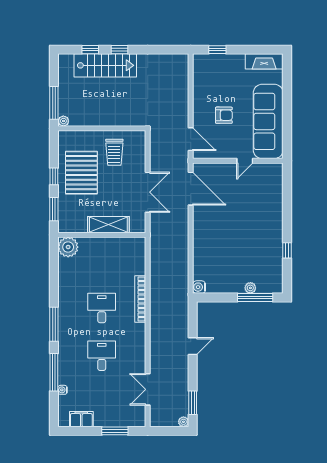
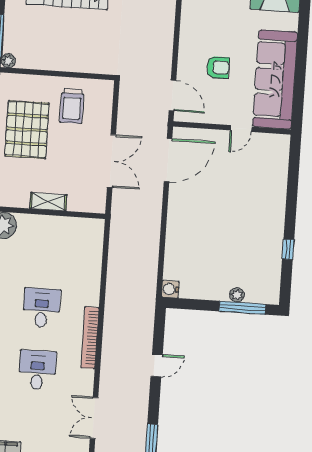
door: (191, 189) -> (168, 160), hinge flipped
shelving: (108, 225) -> (48, 202), width x0.67, depth x0.75
bookcase: (140, 299) -> (90, 338), moved

